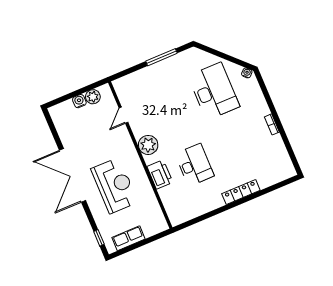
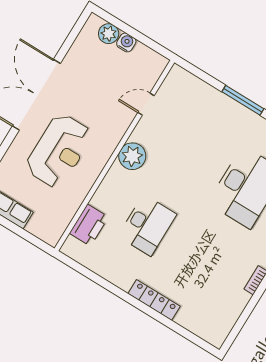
plant: (93, 97) -> (109, 34), moved
printer: (160, 174) -> (89, 225), moved

